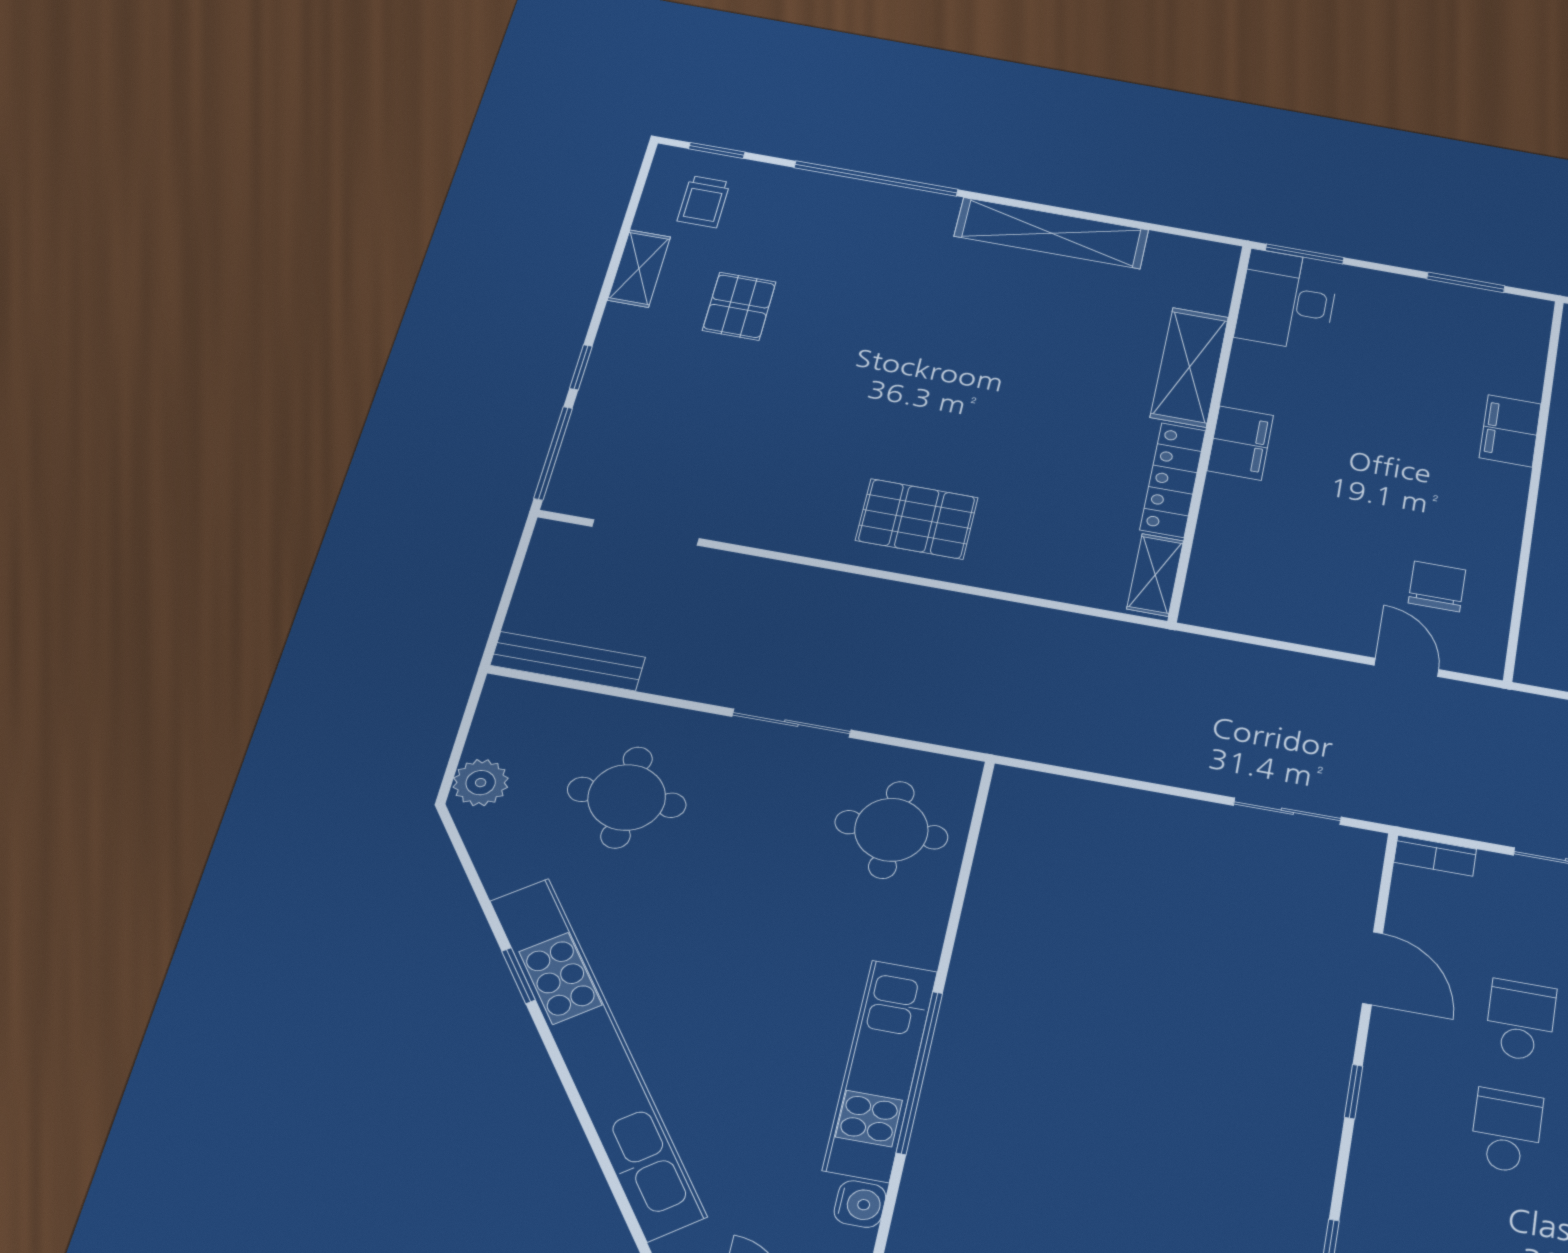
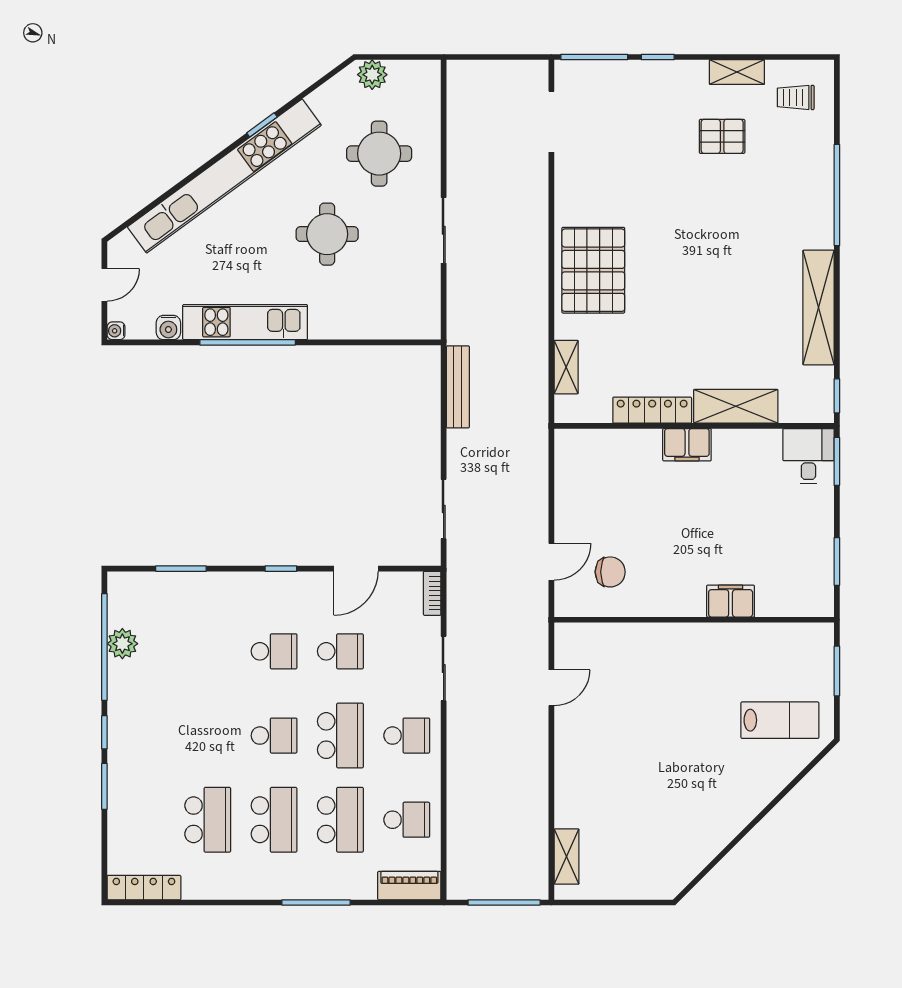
window: (717, 150) -> (837, 396), moved
desk: (1287, 300) -> (808, 456), width x0.73
pallet: (917, 519) -> (593, 270), width x1.37, depth x1.41
shelving: (1155, 575) -> (566, 367), moved, turned 90
bench: (568, 661) -> (458, 387), moved
round table: (891, 830) -> (327, 234), moved

